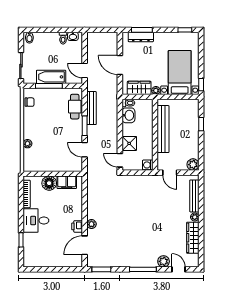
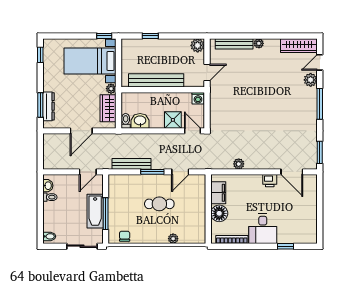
cafe table: (75, 107) -> (159, 204), moved
door: (120, 160) -> (192, 131), swing flipped
plant: (91, 224) -> (239, 164), moved
wardrobe: (193, 238) -> (299, 46), moved

